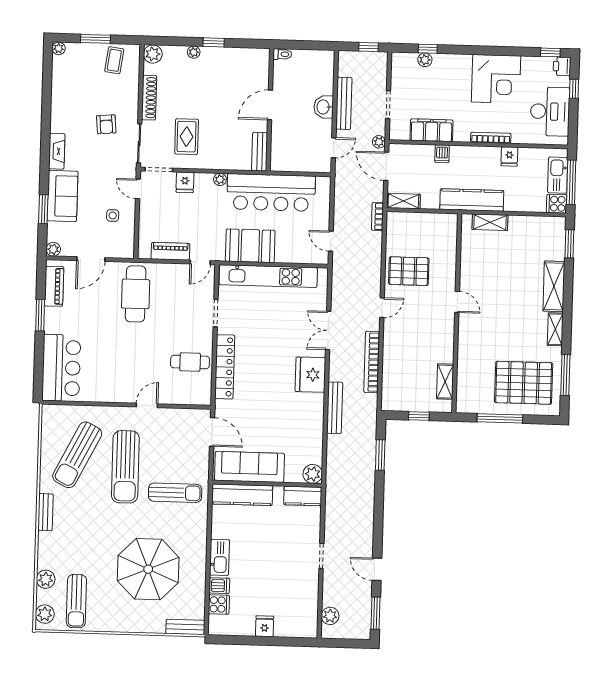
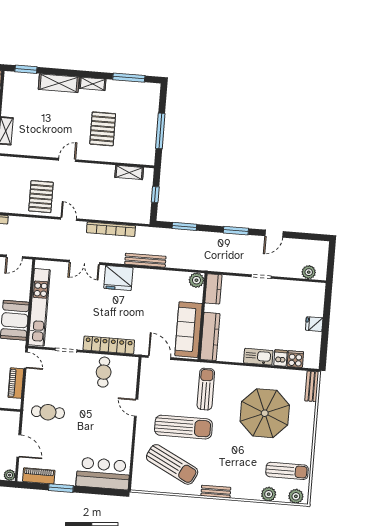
cafe table: (136, 294) -> (48, 412), width x0.73, depth x0.74
pallet: (524, 383) -> (103, 129), moved, width x0.73, depth x0.71
door: (212, 432) -> (159, 358), hinge flipped
window: (375, 613) -> (236, 231), moved

